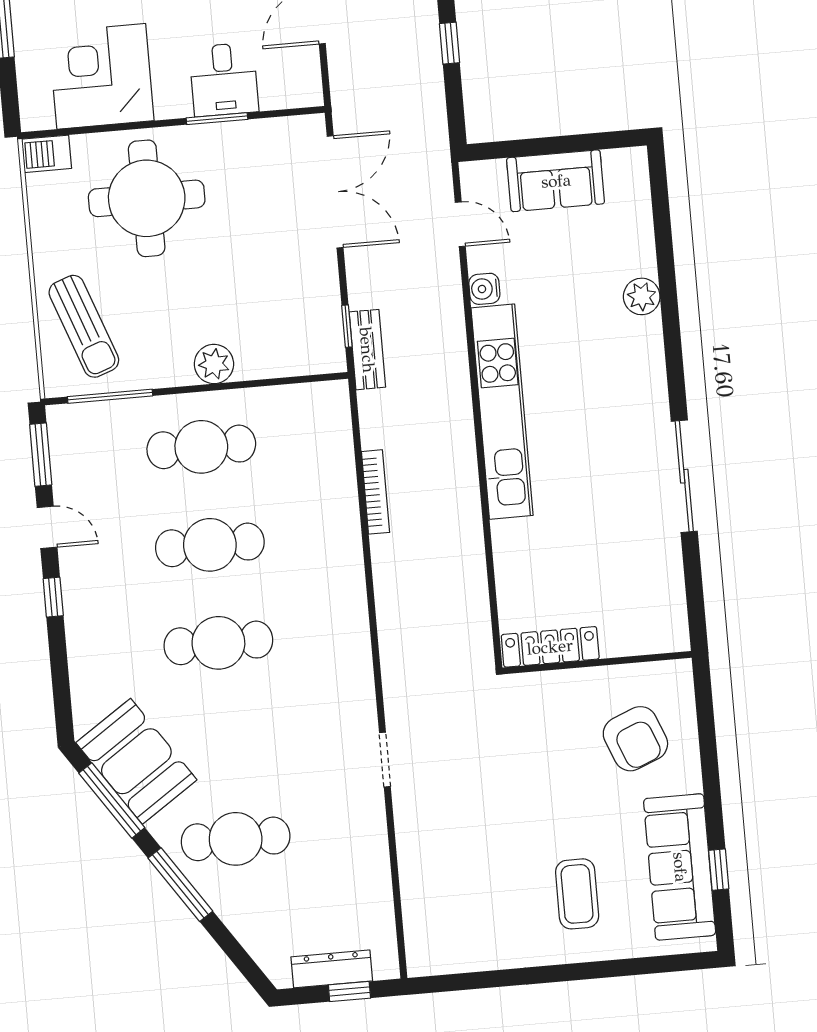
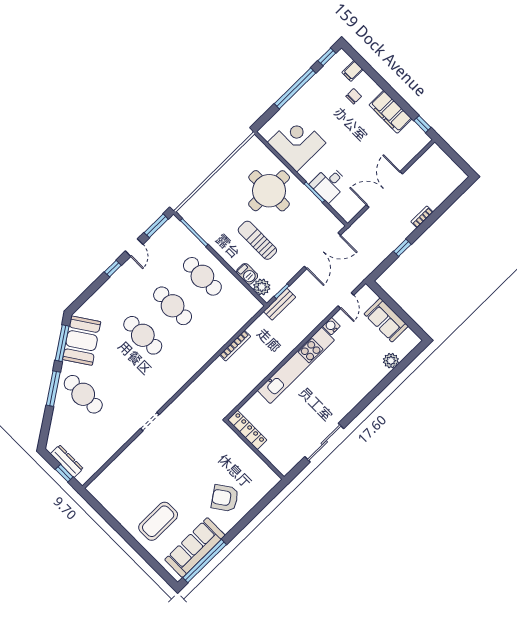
barbecue: (47, 154) -> (247, 274), moved, turned 180
plant: (642, 296) -> (391, 361), moved
sun lounger: (84, 326) -> (257, 240), moved, turned 110
plant: (214, 364) -> (262, 287), moved
locker: (550, 647) -> (247, 430), moved
wall: (597, 663) -> (255, 450), moved
armchair: (635, 739) -> (225, 498), turned 77
window: (719, 870) -> (205, 561), width x3.17
coffee table: (577, 894) -> (158, 521), width x1.36, depth x1.32

